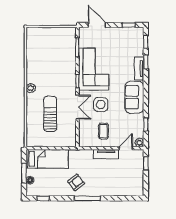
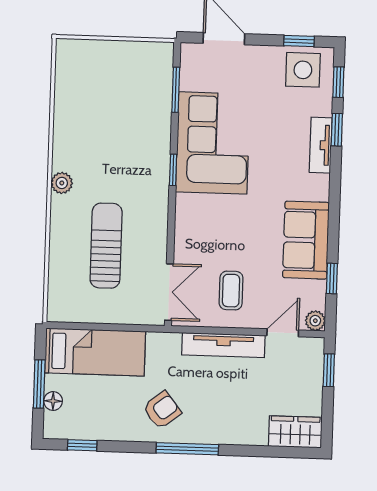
sofa: (134, 97) -> (306, 240), moved
side table: (101, 104) -> (303, 70), moved
double door: (77, 107) -> (169, 292), moved
tv unit: (106, 154) -> (223, 345), width x1.41
wardrobe: (133, 190) -> (295, 432), added

